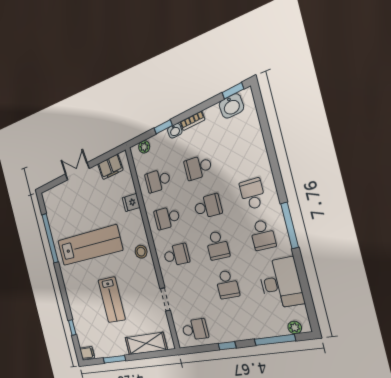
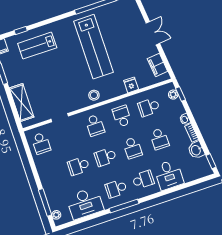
washbasin: (231, 106) -> (196, 150), moved
window: (163, 127) -> (180, 94), moved
desk: (248, 155) -> (169, 175), added
school desk: (198, 167) -> (159, 139), turned 180
school desk: (158, 181) -> (149, 107), turned -90
lab bench: (112, 300) -> (37, 46), moved
window: (227, 346) -> (34, 169), removed

